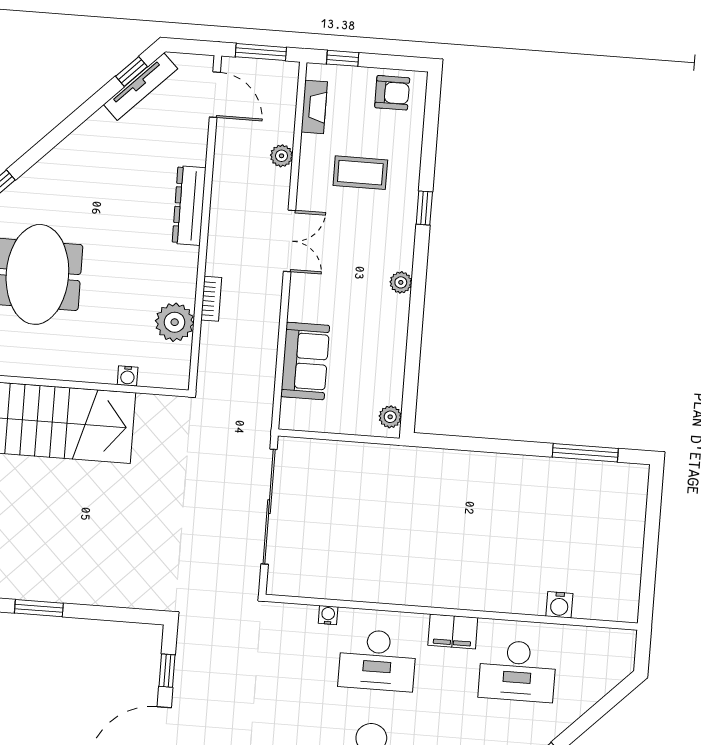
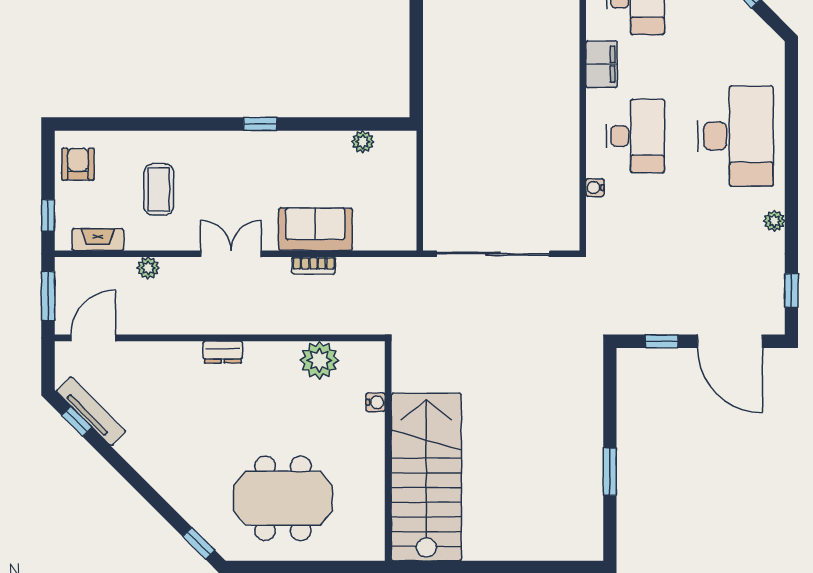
dresser: (189, 206) -> (223, 352), width x0.51, depth x0.80
window: (424, 208) -> (260, 124), moved
plant: (401, 282) -> (263, 141), removed
bookcase: (211, 299) -> (314, 266), moved, turned 180
sofa: (305, 361) -> (315, 229), moved
plant: (390, 417) -> (363, 142), moved

